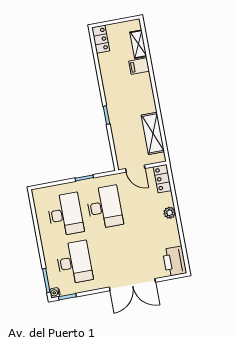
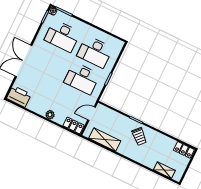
filing cabinet: (139, 66) -> (151, 161), removed
trolley: (122, 98) -> (139, 136), added

